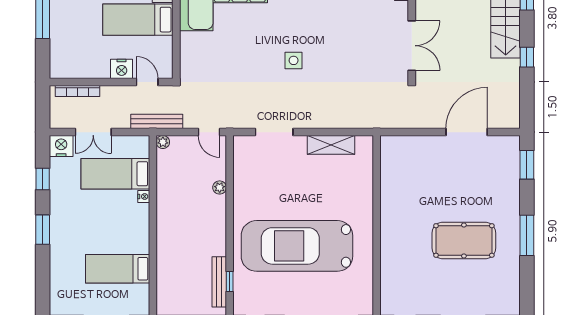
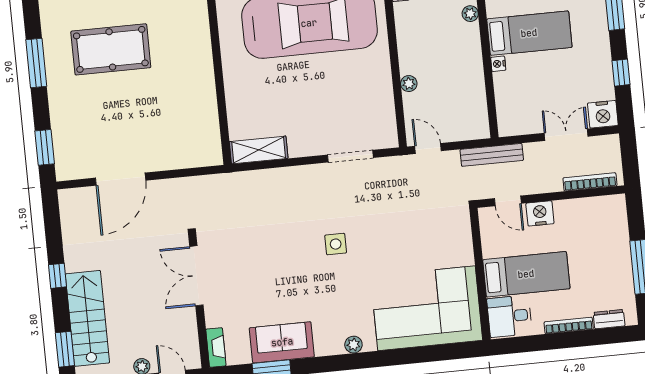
plant: (163, 142) -> (470, 14), moved
shelving: (331, 145) -> (259, 150), moved
bed: (115, 174) -> (529, 33), moved

